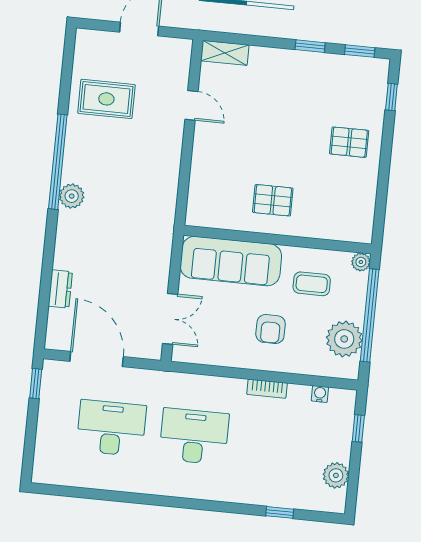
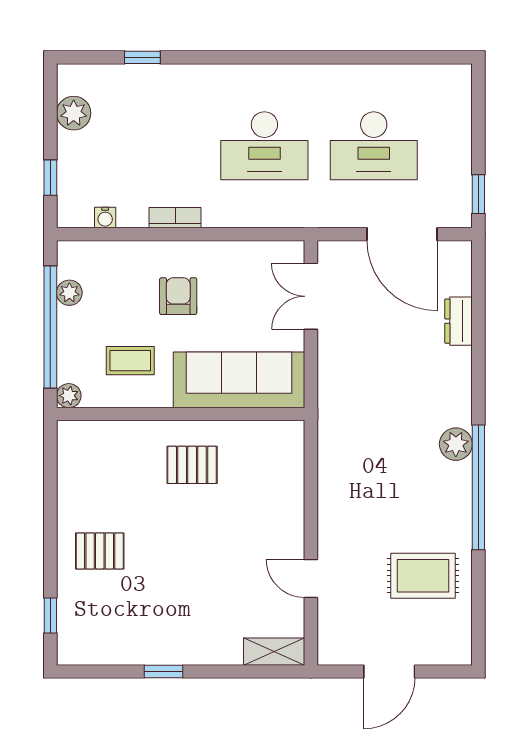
window: (360, 51) -> (98, 671), removed
plant: (344, 339) -> (69, 293), width x0.53, depth x0.53

